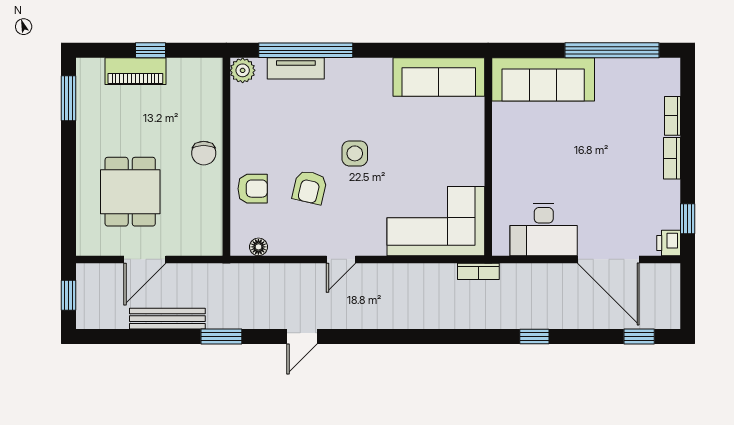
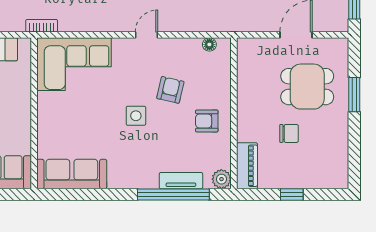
piano: (135, 71) -> (247, 166), moved, turned 90
window: (69, 98) -> (354, 95), moved
chair: (204, 153) -> (289, 133), moved, turned 90
armchair: (253, 189) -> (207, 121), moved
dining table: (130, 192) -> (307, 87), turned 90

